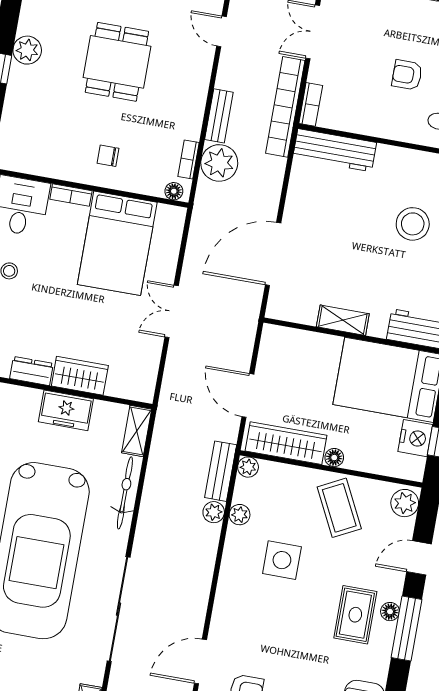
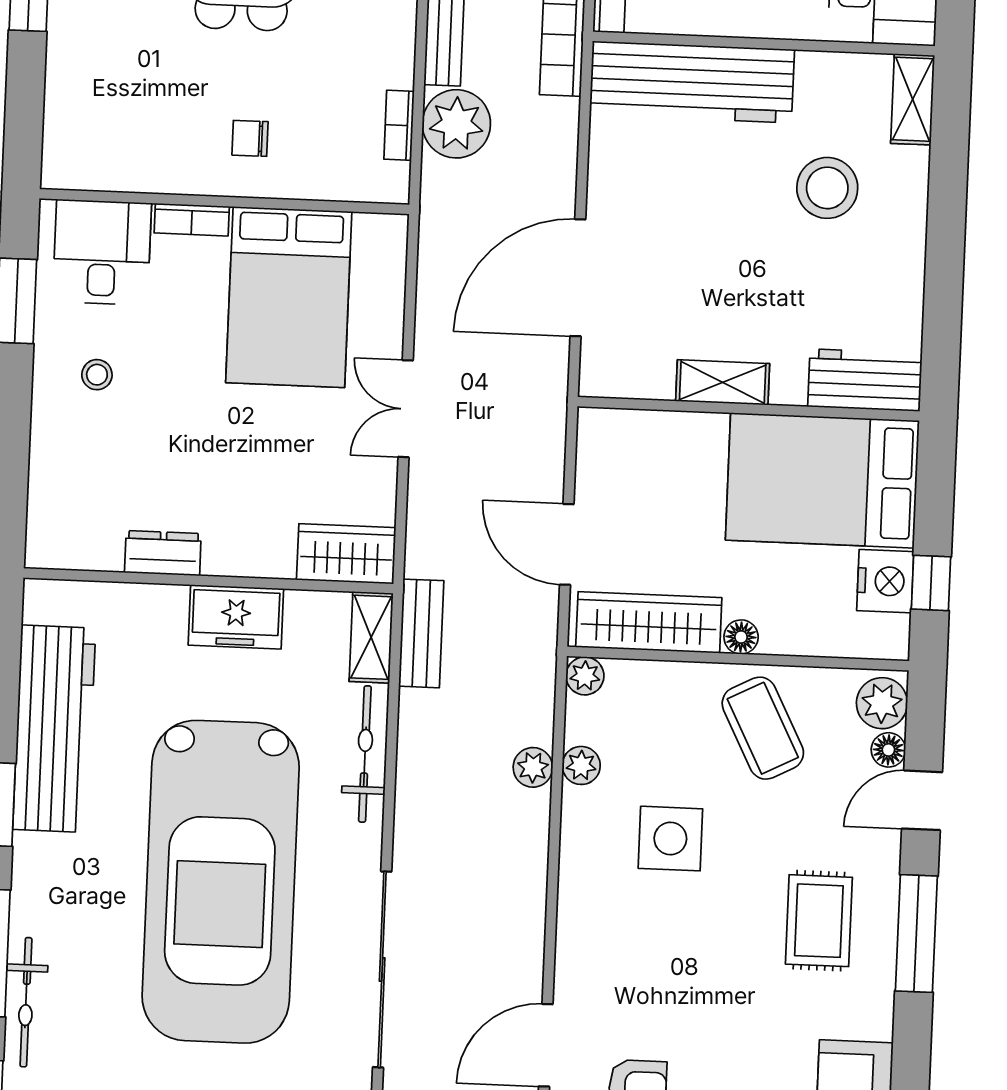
workbench: (335, 150) -> (692, 82), width x1.36, depth x1.32
floor lamp: (174, 191) -> (380, 187), removed
wardrobe: (80, 376) -> (346, 554), moved
bench: (221, 471) -> (421, 633), moved
floor lamp: (390, 612) -> (888, 750), moved

